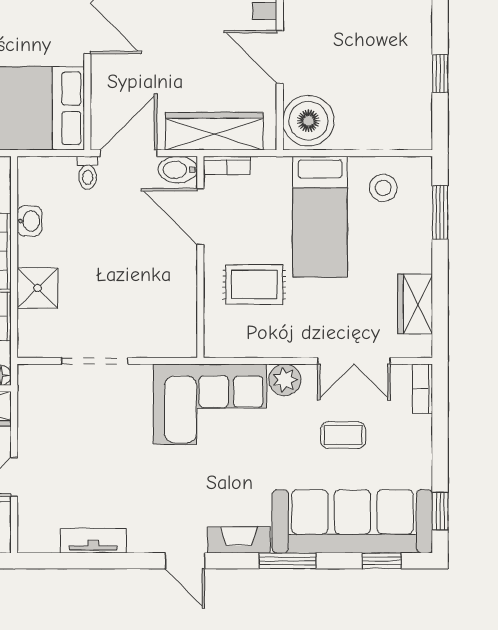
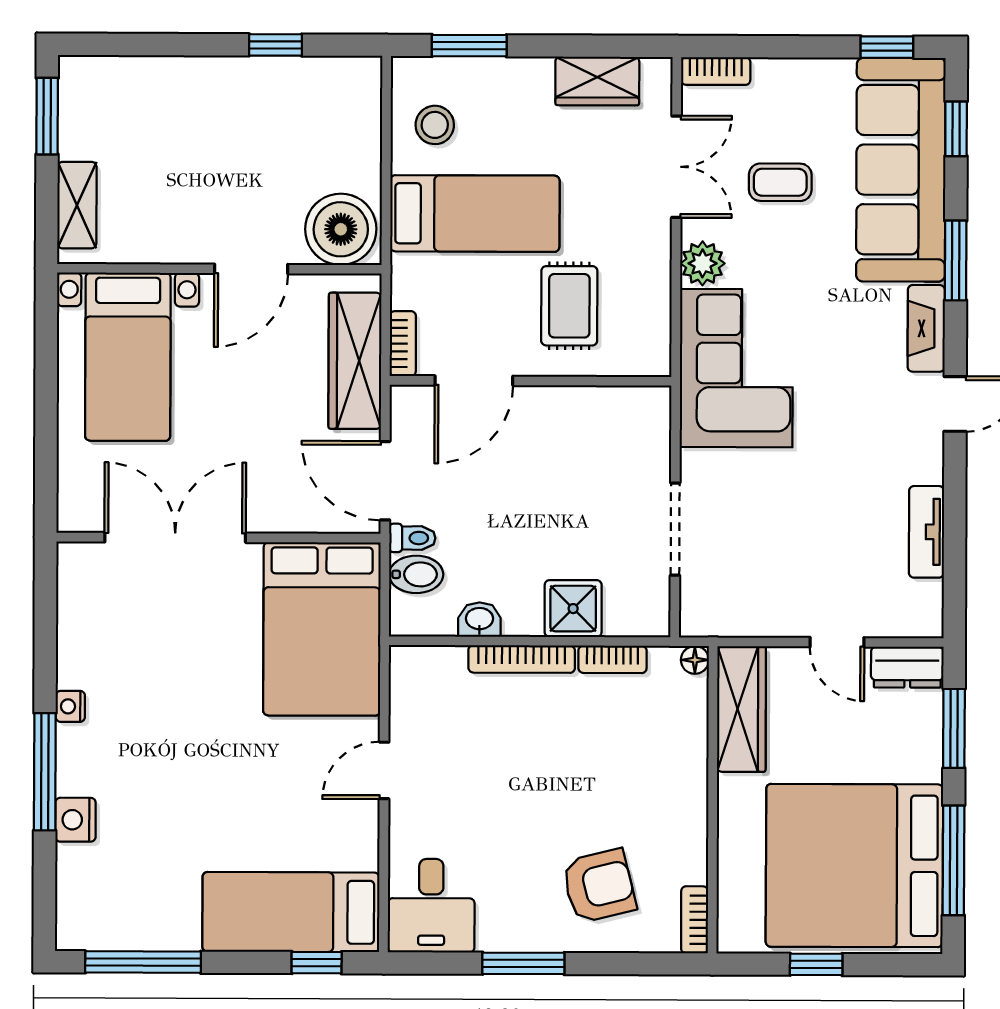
bidet: (178, 170) -> (416, 574), moved, turned -90
coffee table: (343, 435) -> (780, 182), turned 90

